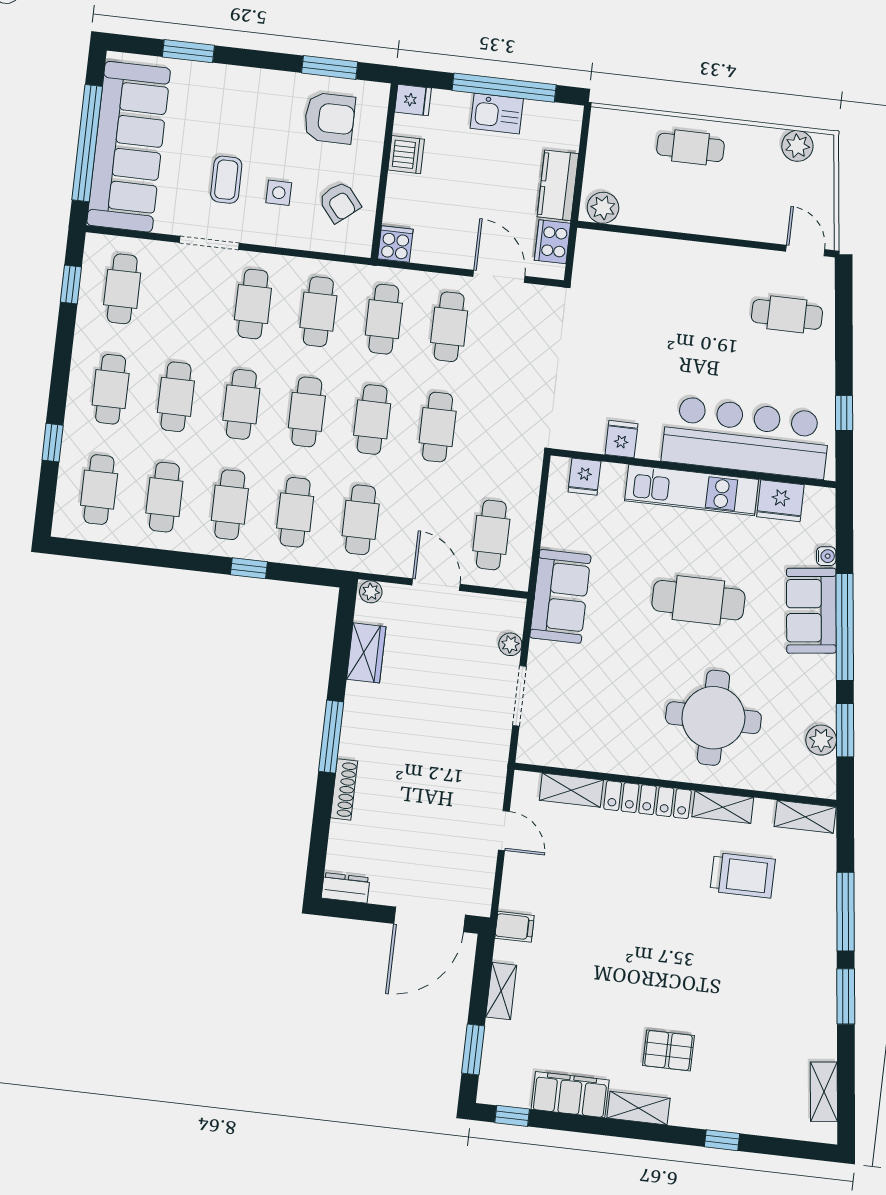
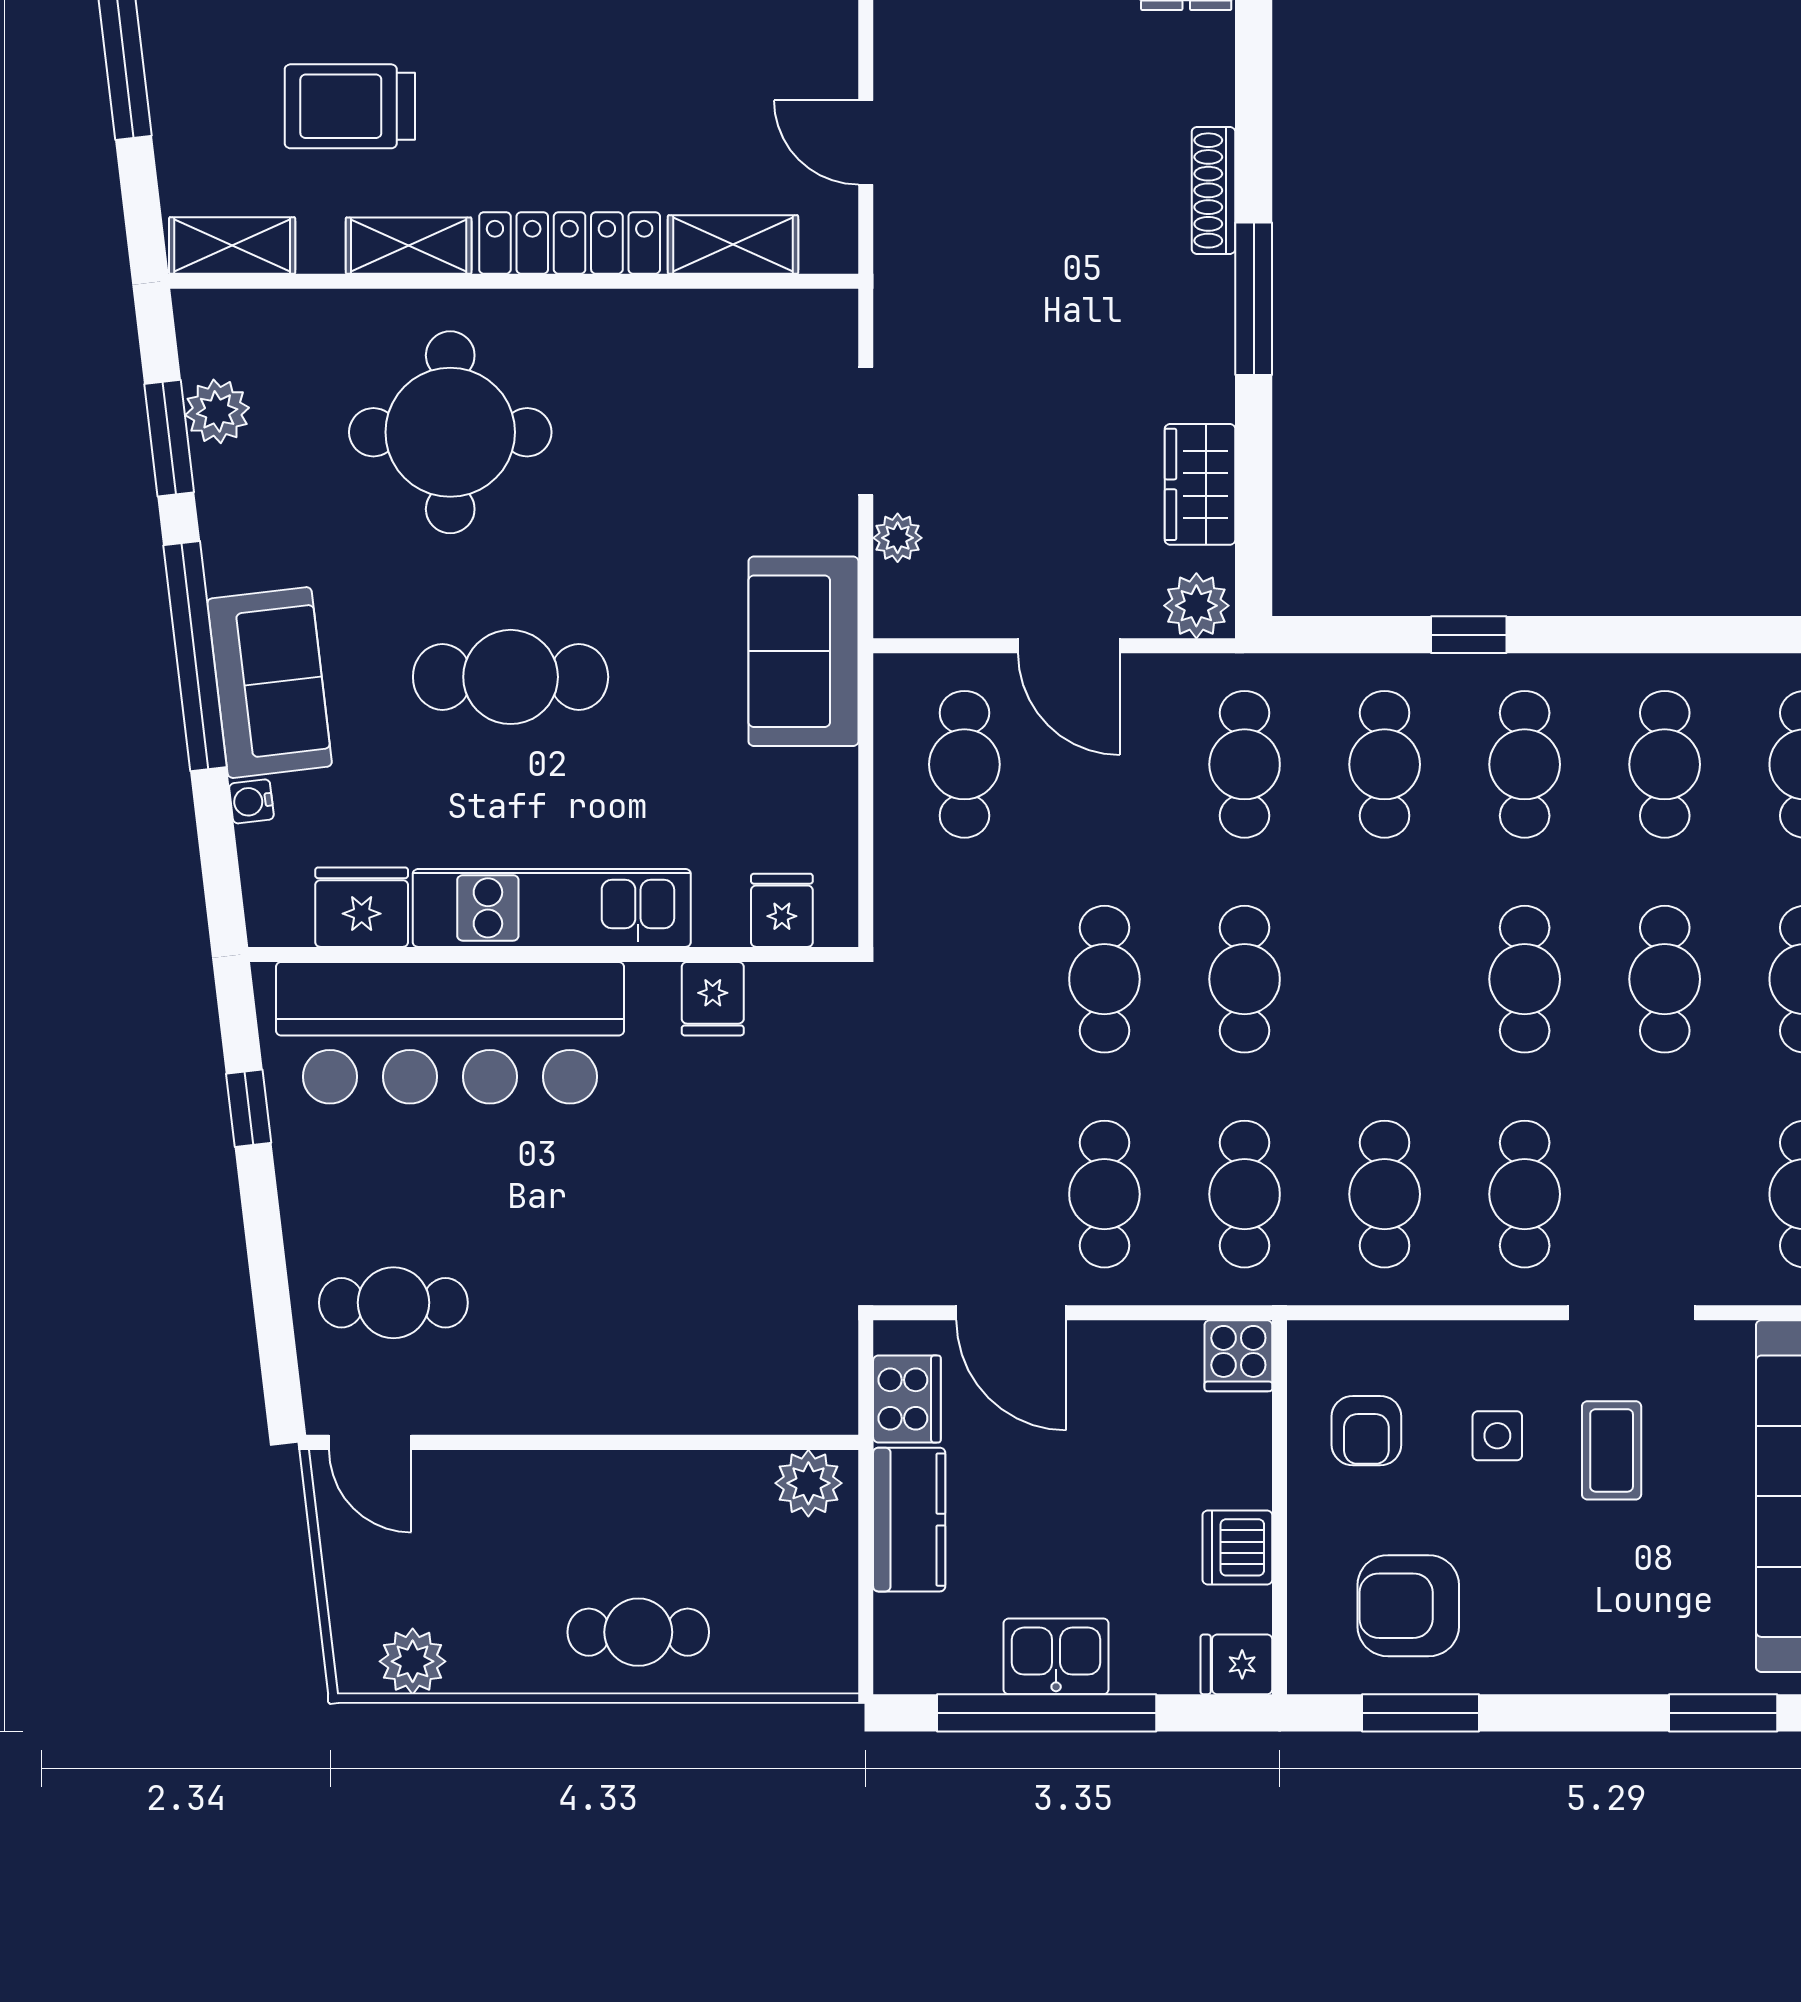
armchair: (340, 202) -> (1366, 1431), turned -141
cafe table: (307, 412) -> (1385, 979), removed
plant: (371, 592) -> (1196, 606), width x1.38, depth x1.38

